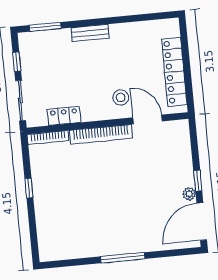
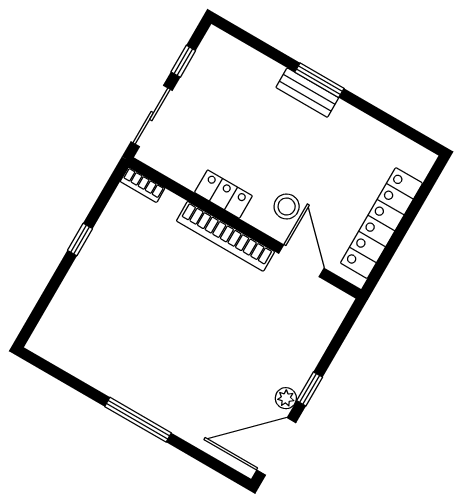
window: (45, 27) -> (319, 80), moved
locker: (64, 116) -> (223, 194), moved
bookcase: (48, 138) -> (143, 185), width x0.64

